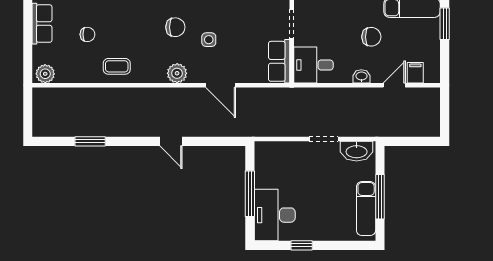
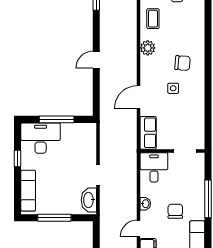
chair: (175, 27) -> (183, 63), turned -85
chair: (371, 37) -> (175, 211), turned 180
row of seats: (279, 61) -> (148, 133), moved, turned 90
plant: (177, 73) -> (148, 48), moved
door: (394, 85) -> (139, 229), swing flipped
exam couch: (366, 209) -> (28, 191), moved, turned 90

